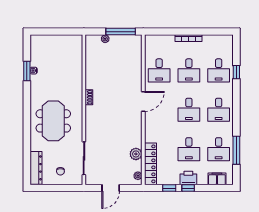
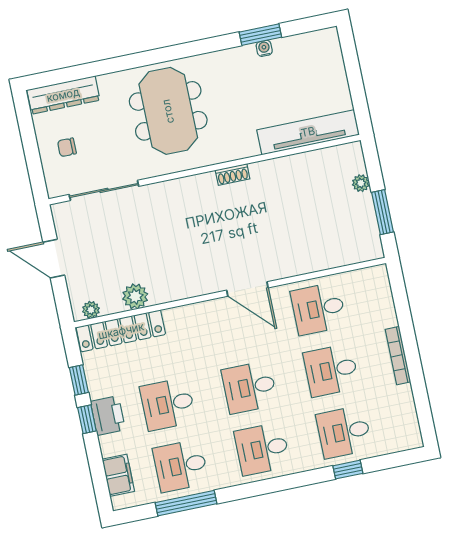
window: (121, 32) -> (382, 212), width x0.69
tv unit: (77, 58) -> (308, 132), added
meeting table: (53, 121) -> (168, 111), turned 90

